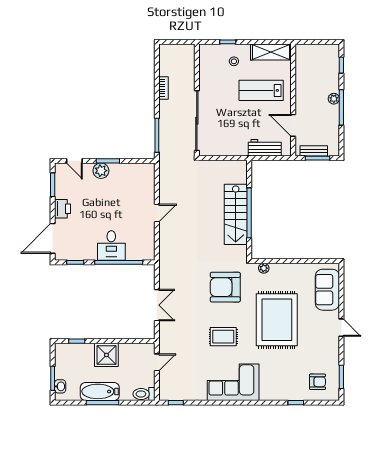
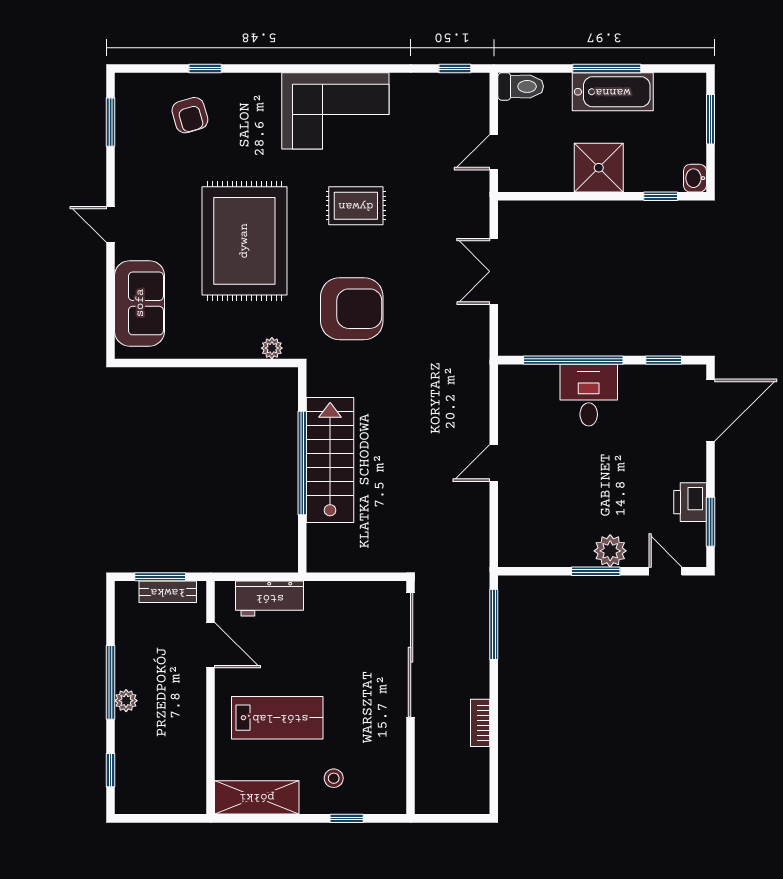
printer: (63, 209) -> (690, 502), moved
armchair: (317, 382) -> (190, 115), moved, turned -106
washbasin: (60, 386) -> (695, 178), moved

